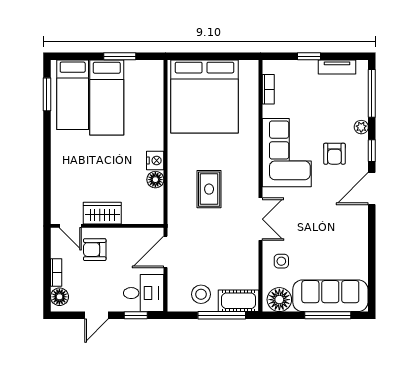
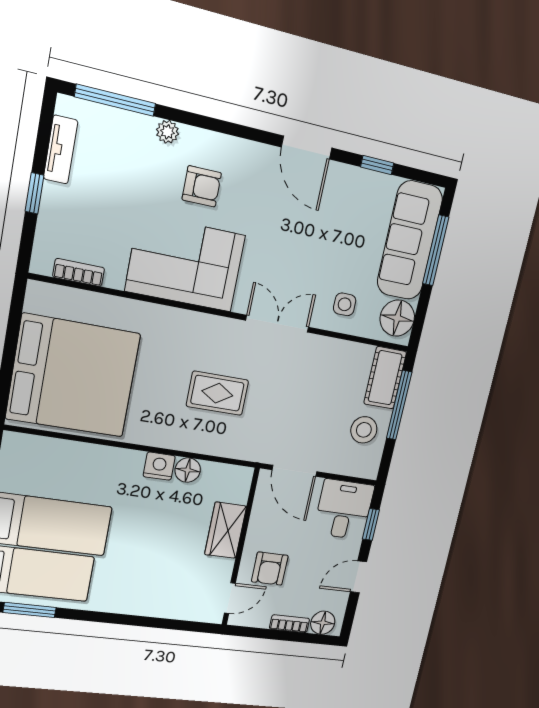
window: (372, 151) -> (377, 165), moved
door: (372, 189) -> (307, 148), moved
wardrobe: (102, 213) -> (226, 530), moved
door: (96, 315) -> (358, 577), swing flipped

